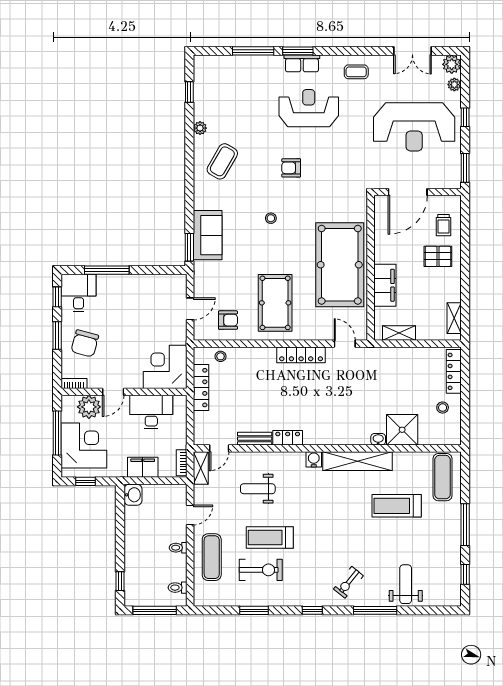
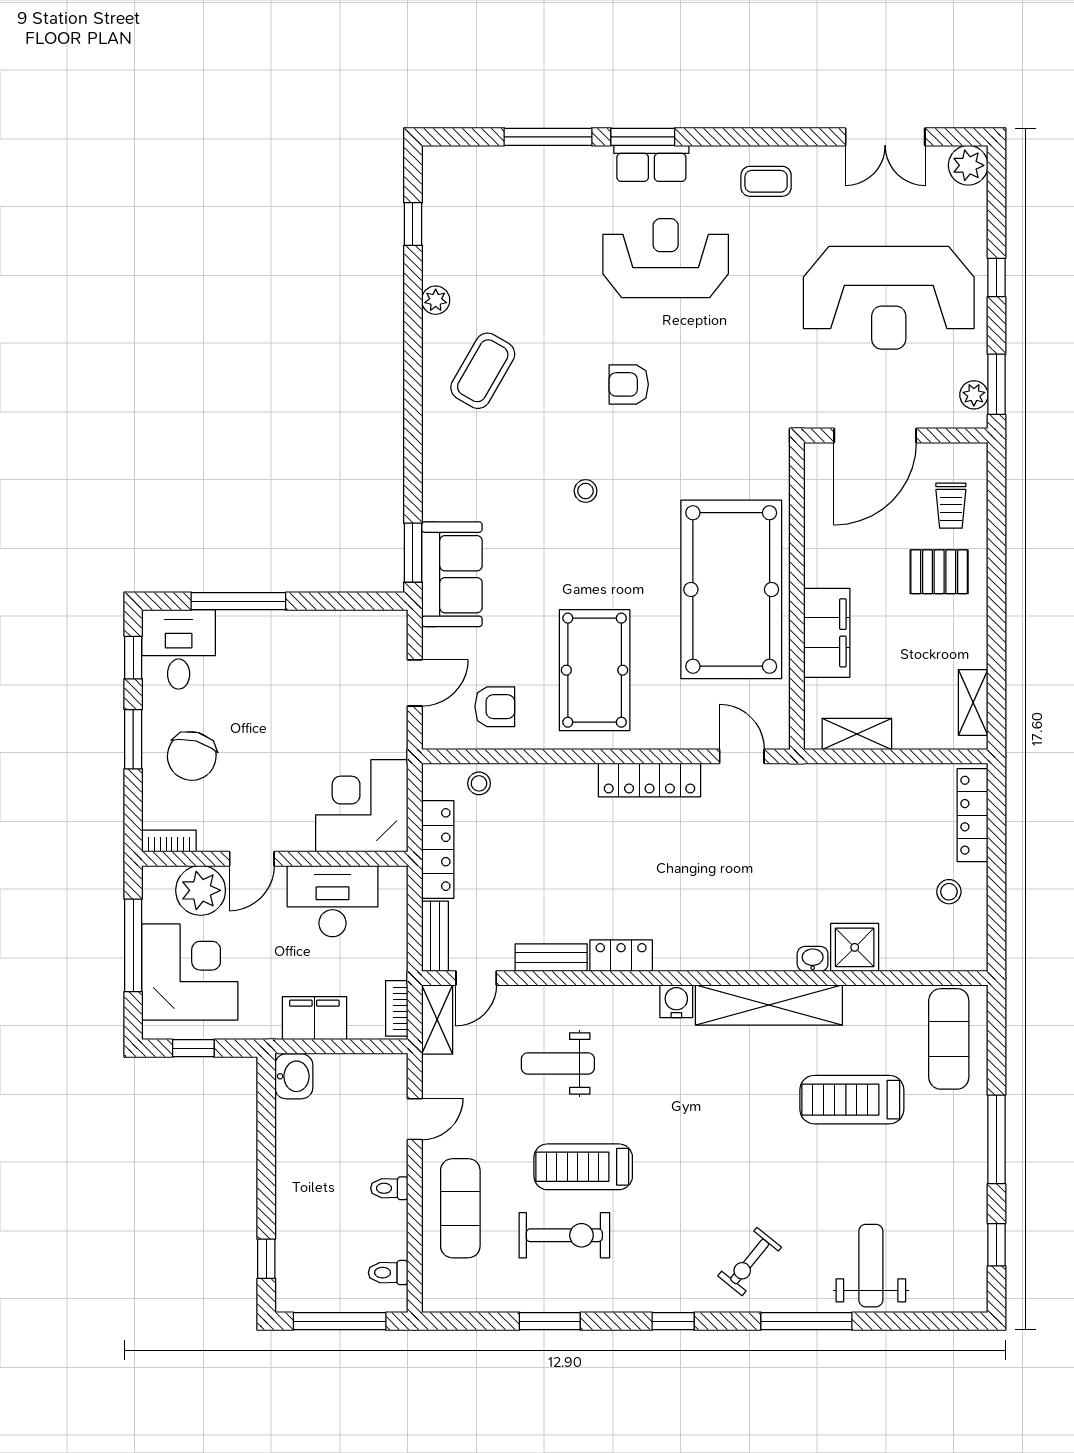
plant: (454, 85) -> (974, 395), moved
sofa: (208, 235) -> (452, 574), moved
bench: (200, 429) -> (435, 936), added
shower: (402, 430) -> (855, 947), width x0.73, depth x0.73

